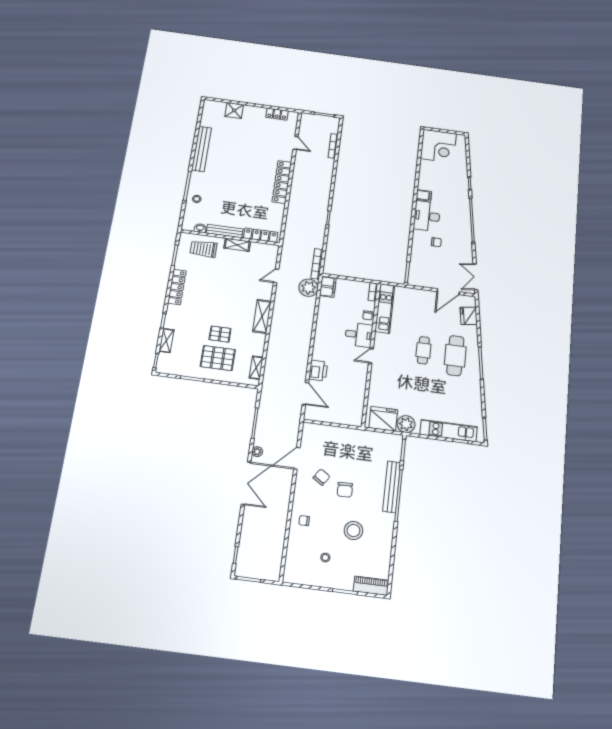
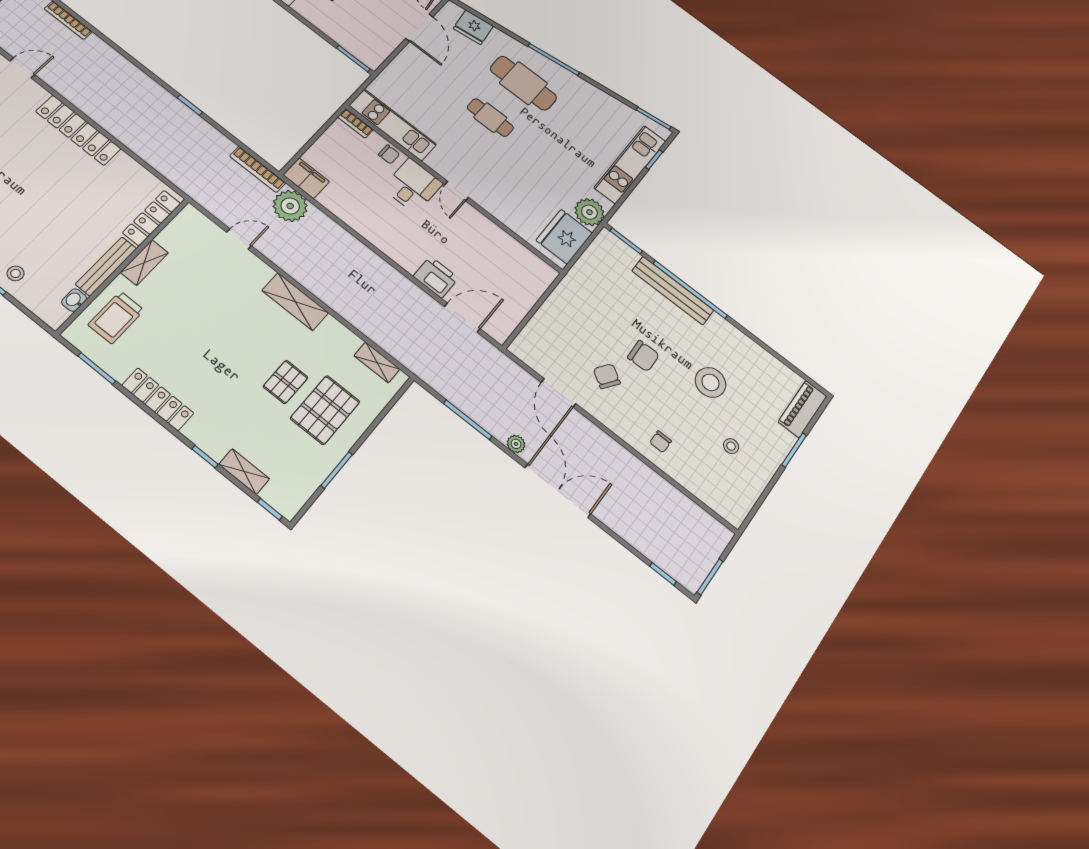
door: (276, 276) -> (239, 239), swing flipped

